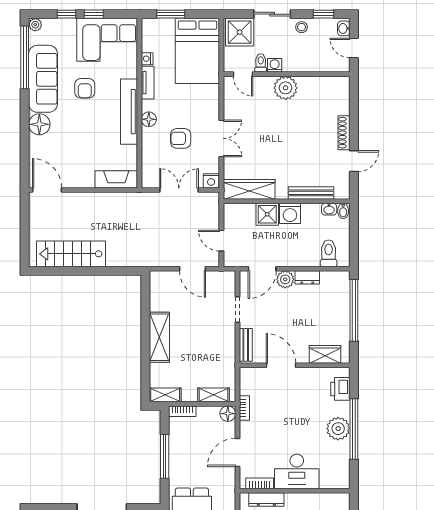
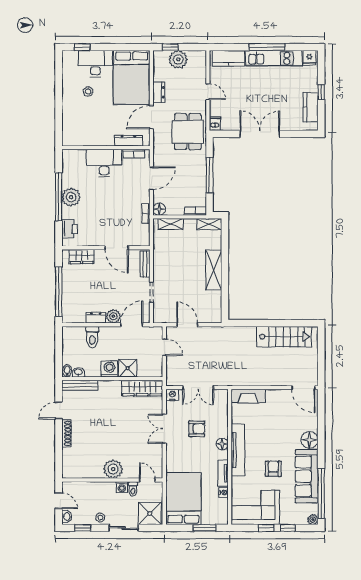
bench: (311, 193) -> (80, 385), moved
toilet: (329, 253) -> (92, 337), moved

